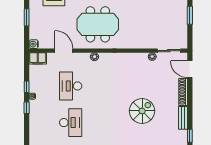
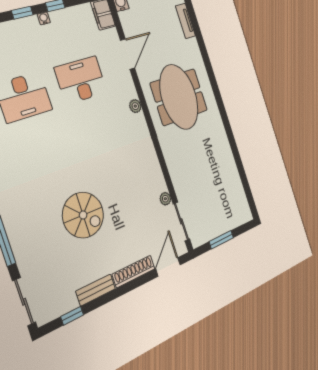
window: (190, 15) -> (221, 240), moved

